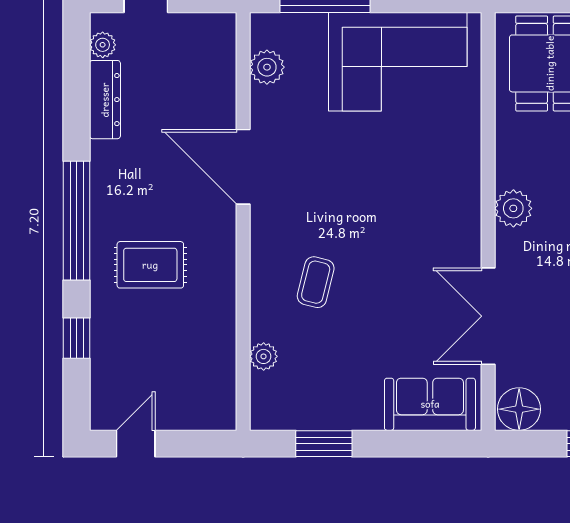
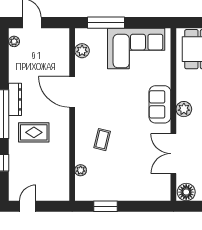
dresser: (105, 100) -> (15, 99), moved
sofa: (430, 404) -> (160, 104), moved, turned -90

